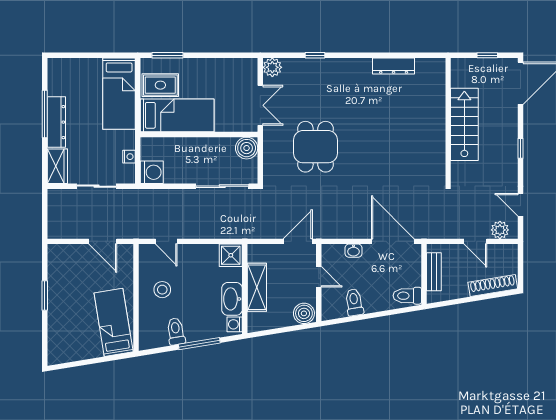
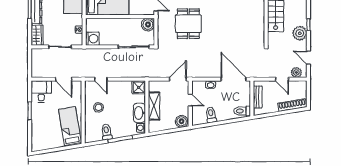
plant: (506, 163) -> (300, 33), added
desk: (65, 263) -> (41, 92), added

